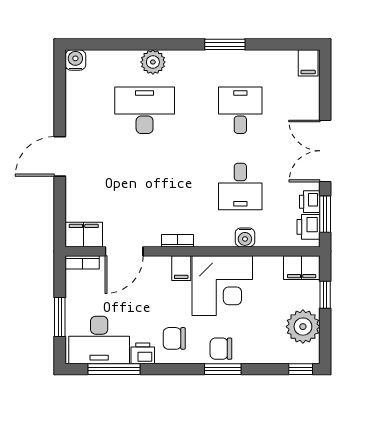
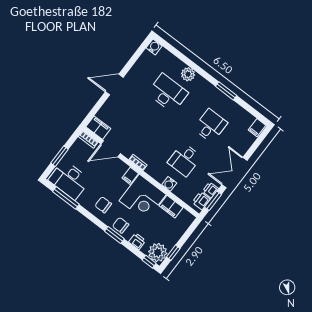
filing cabinet: (302, 268) -> (171, 207), moved
window: (325, 295) -> (173, 253), moved
plant: (303, 327) -> (158, 252), moved
printer: (143, 353) -> (137, 241), moved

